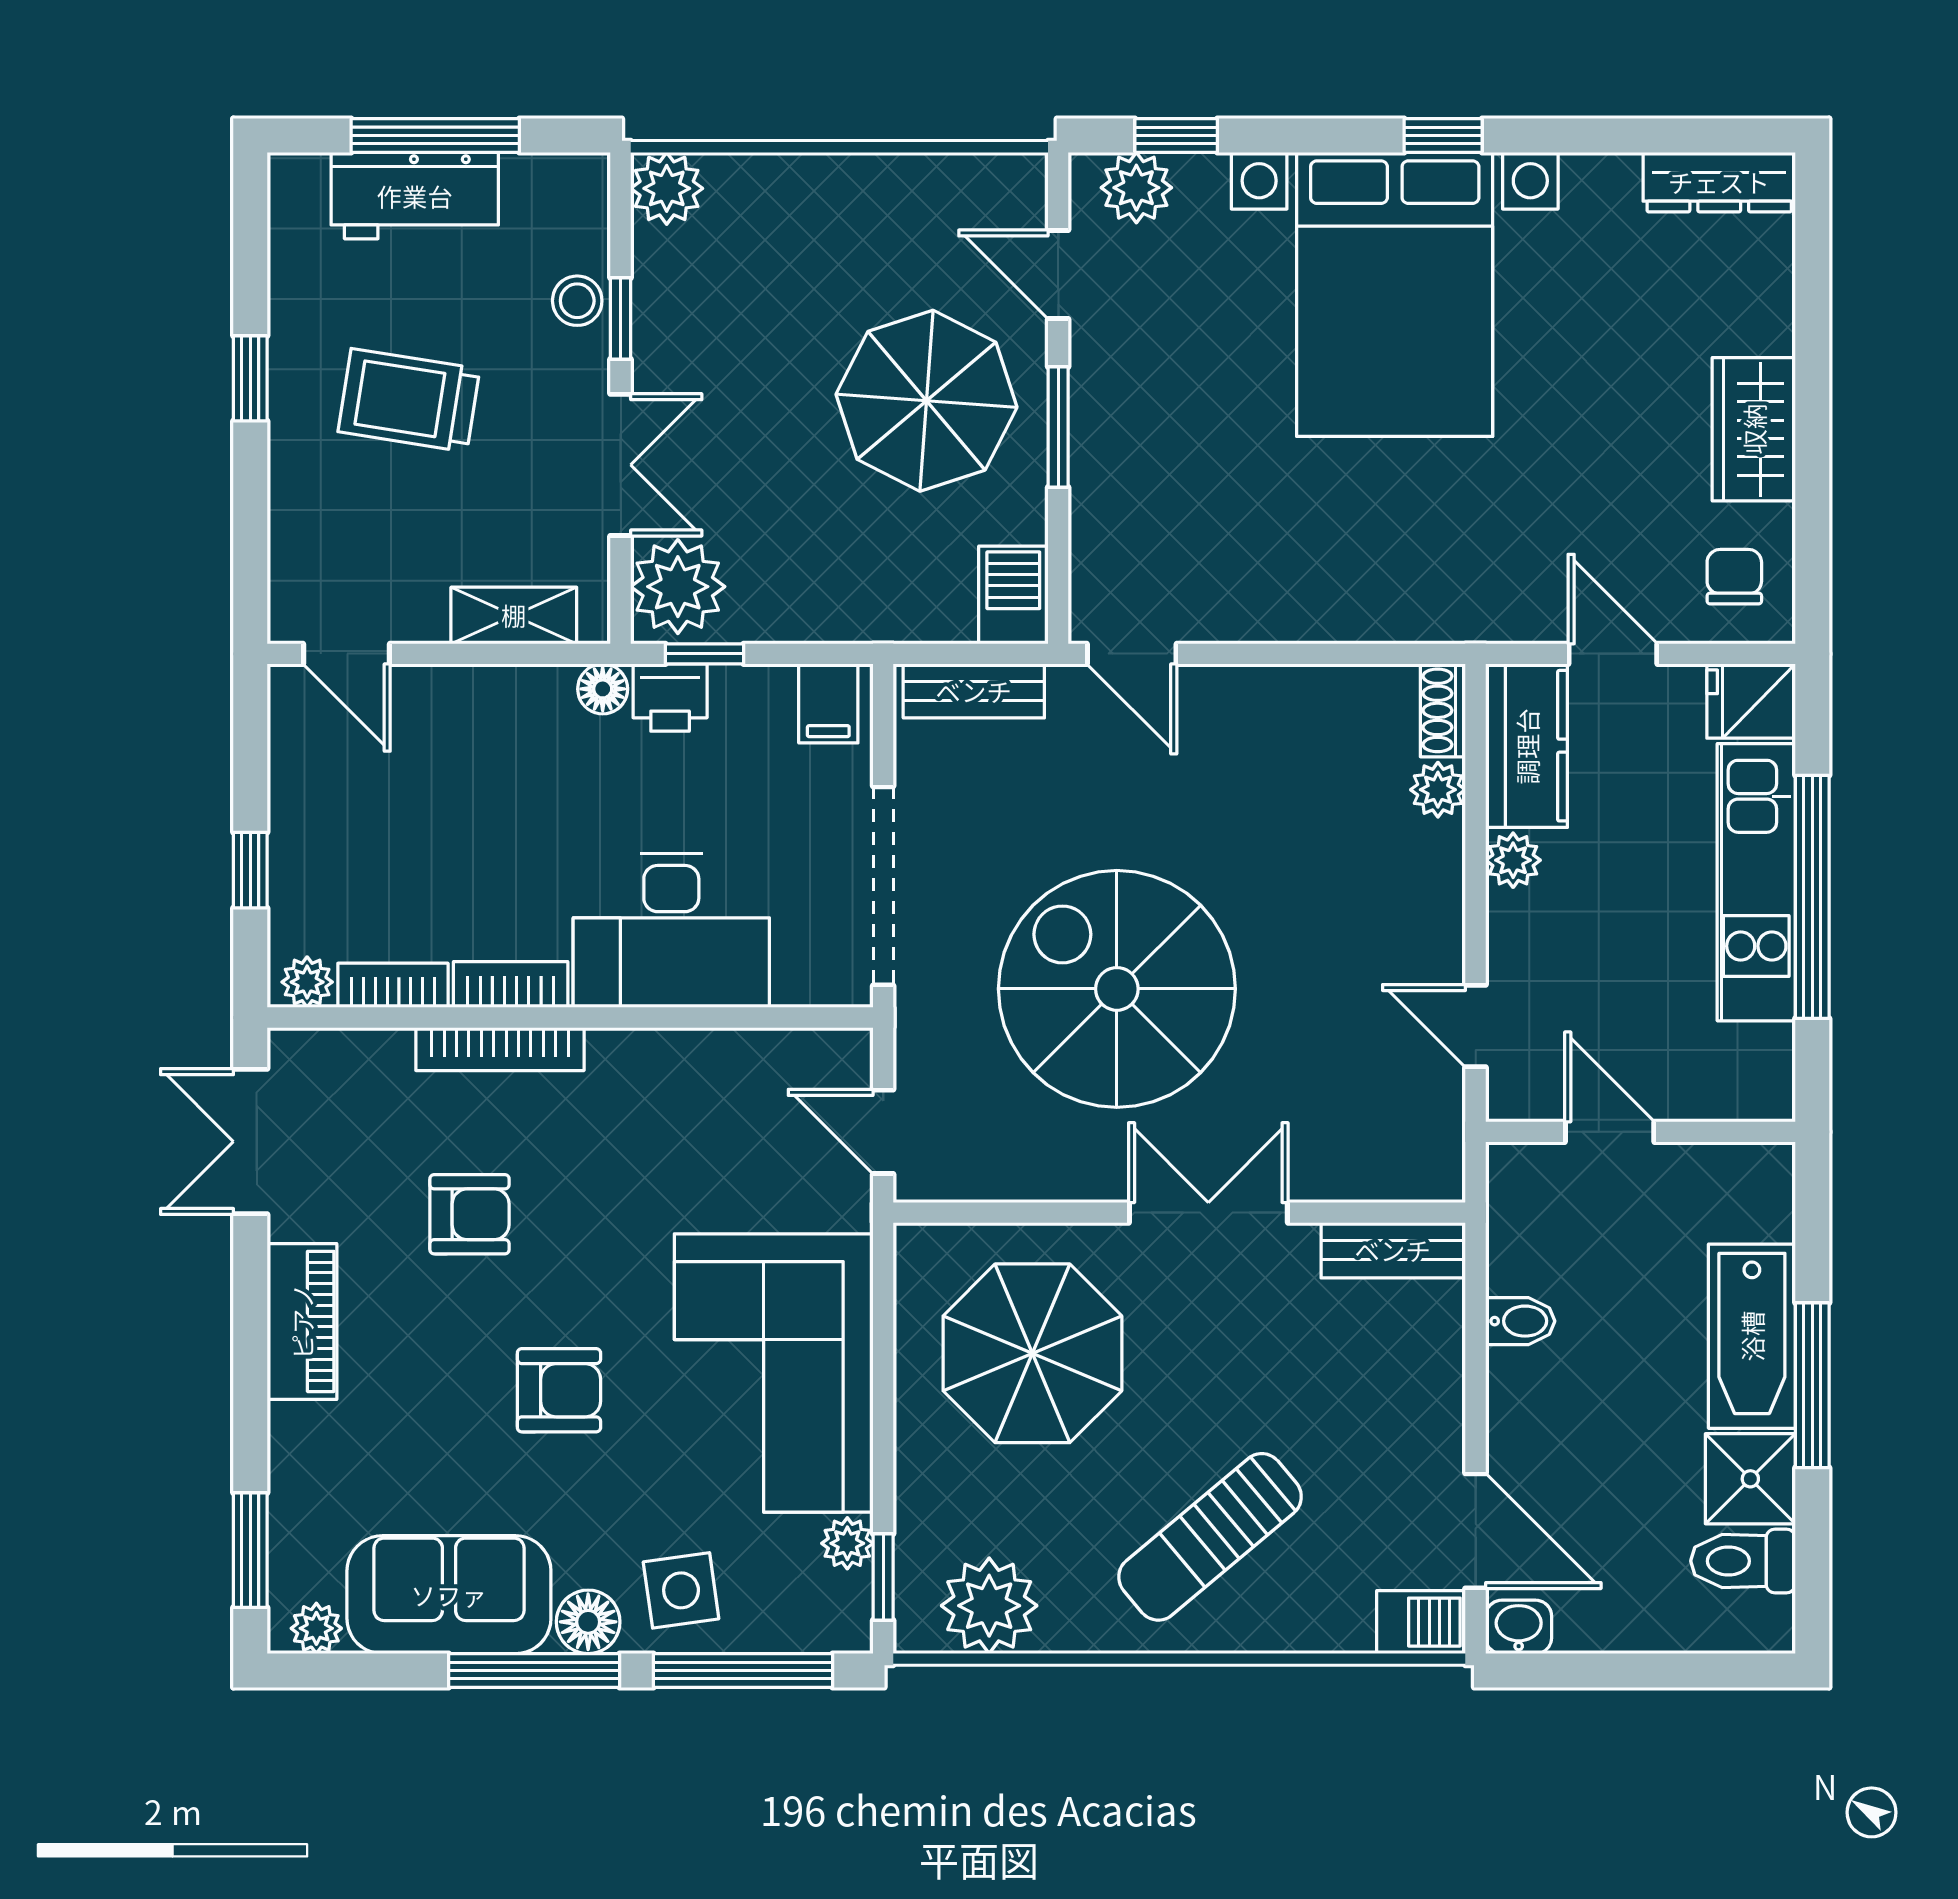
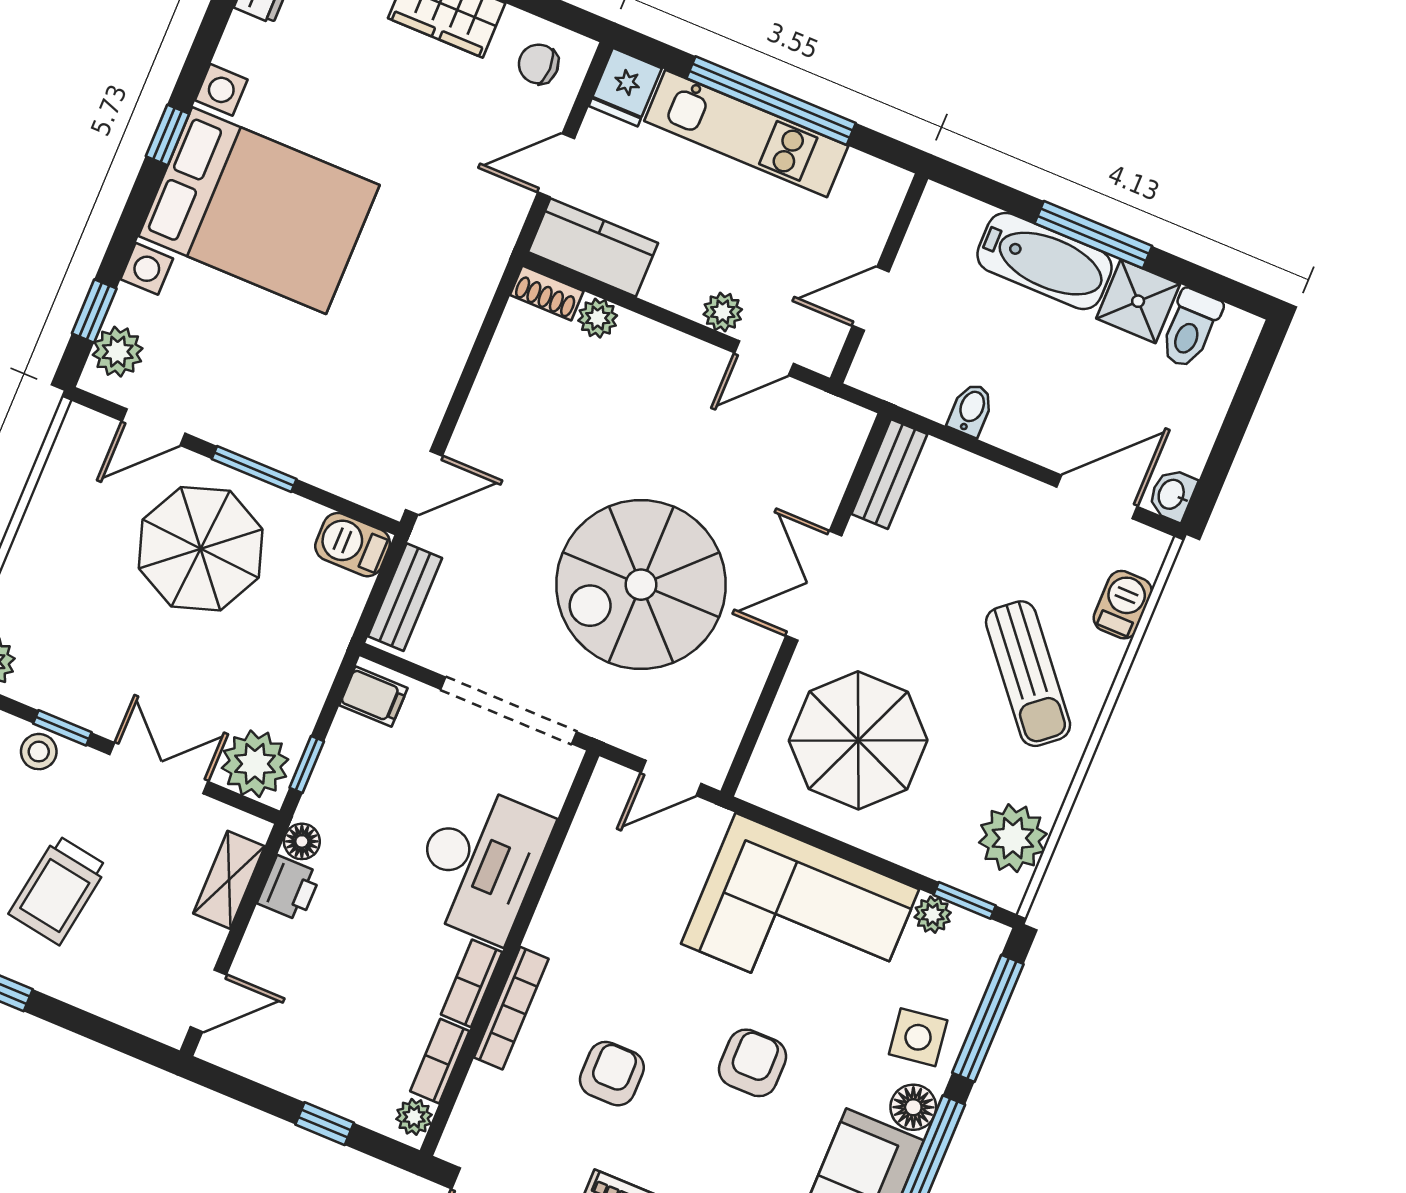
printer: (670, 698) -> (289, 888), moved
plant: (1513, 860) -> (723, 312), moved
barbecue: (1421, 1622) -> (1123, 605), moved

